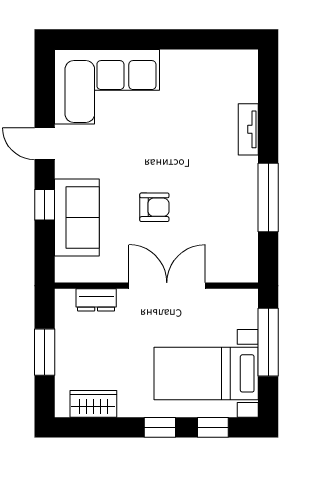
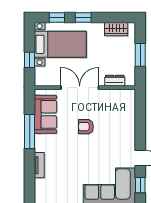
window: (45, 205) -> (140, 185), moved
sofa: (77, 217) -> (46, 114), moved, turned 180
double door: (167, 286) -> (80, 88), swing flipped
window: (268, 342) -> (30, 60), width x0.46

